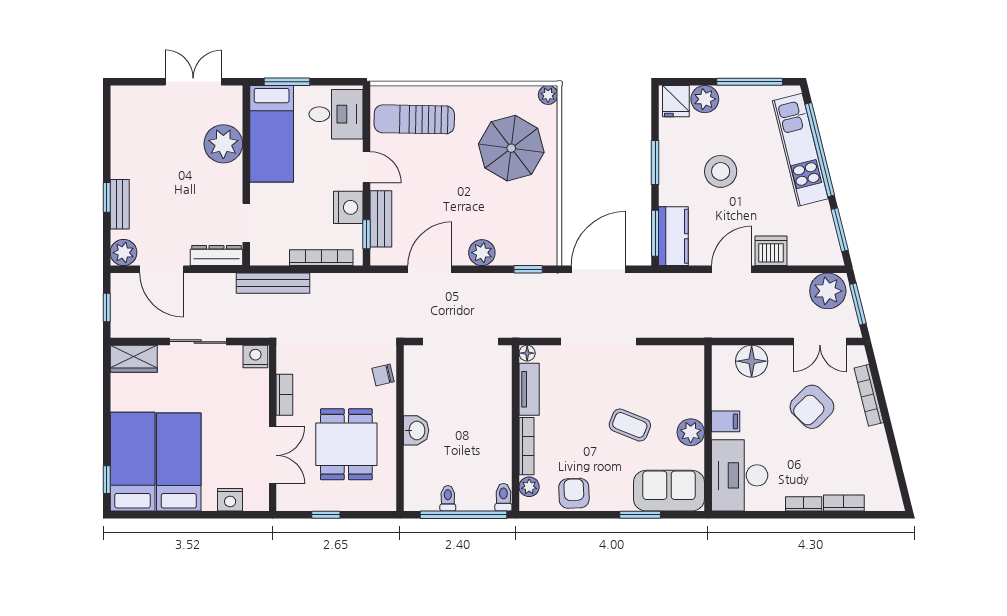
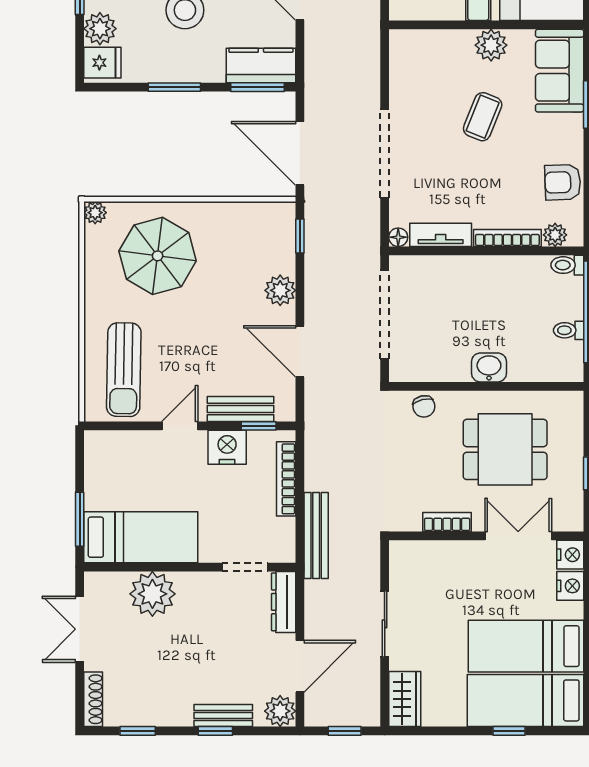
shoe rack: (134, 93) -> (93, 699), added
desk: (336, 114) -> (118, 462), removed
window: (107, 131) -> (138, 731), added
nightstand: (255, 356) -> (570, 555), moved, turned 180
window: (107, 480) -> (509, 731), moved

